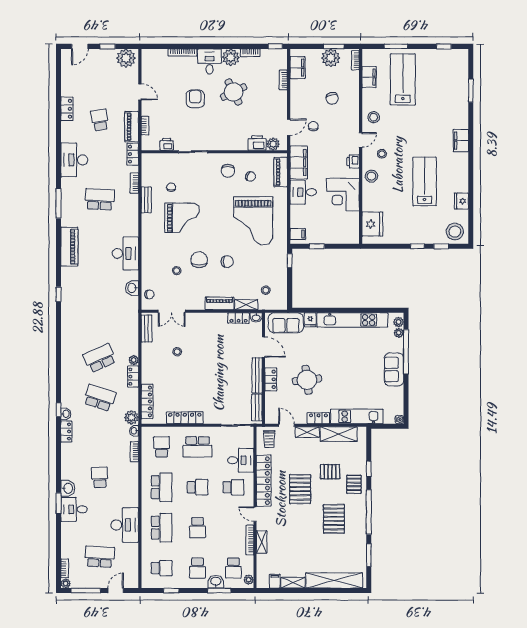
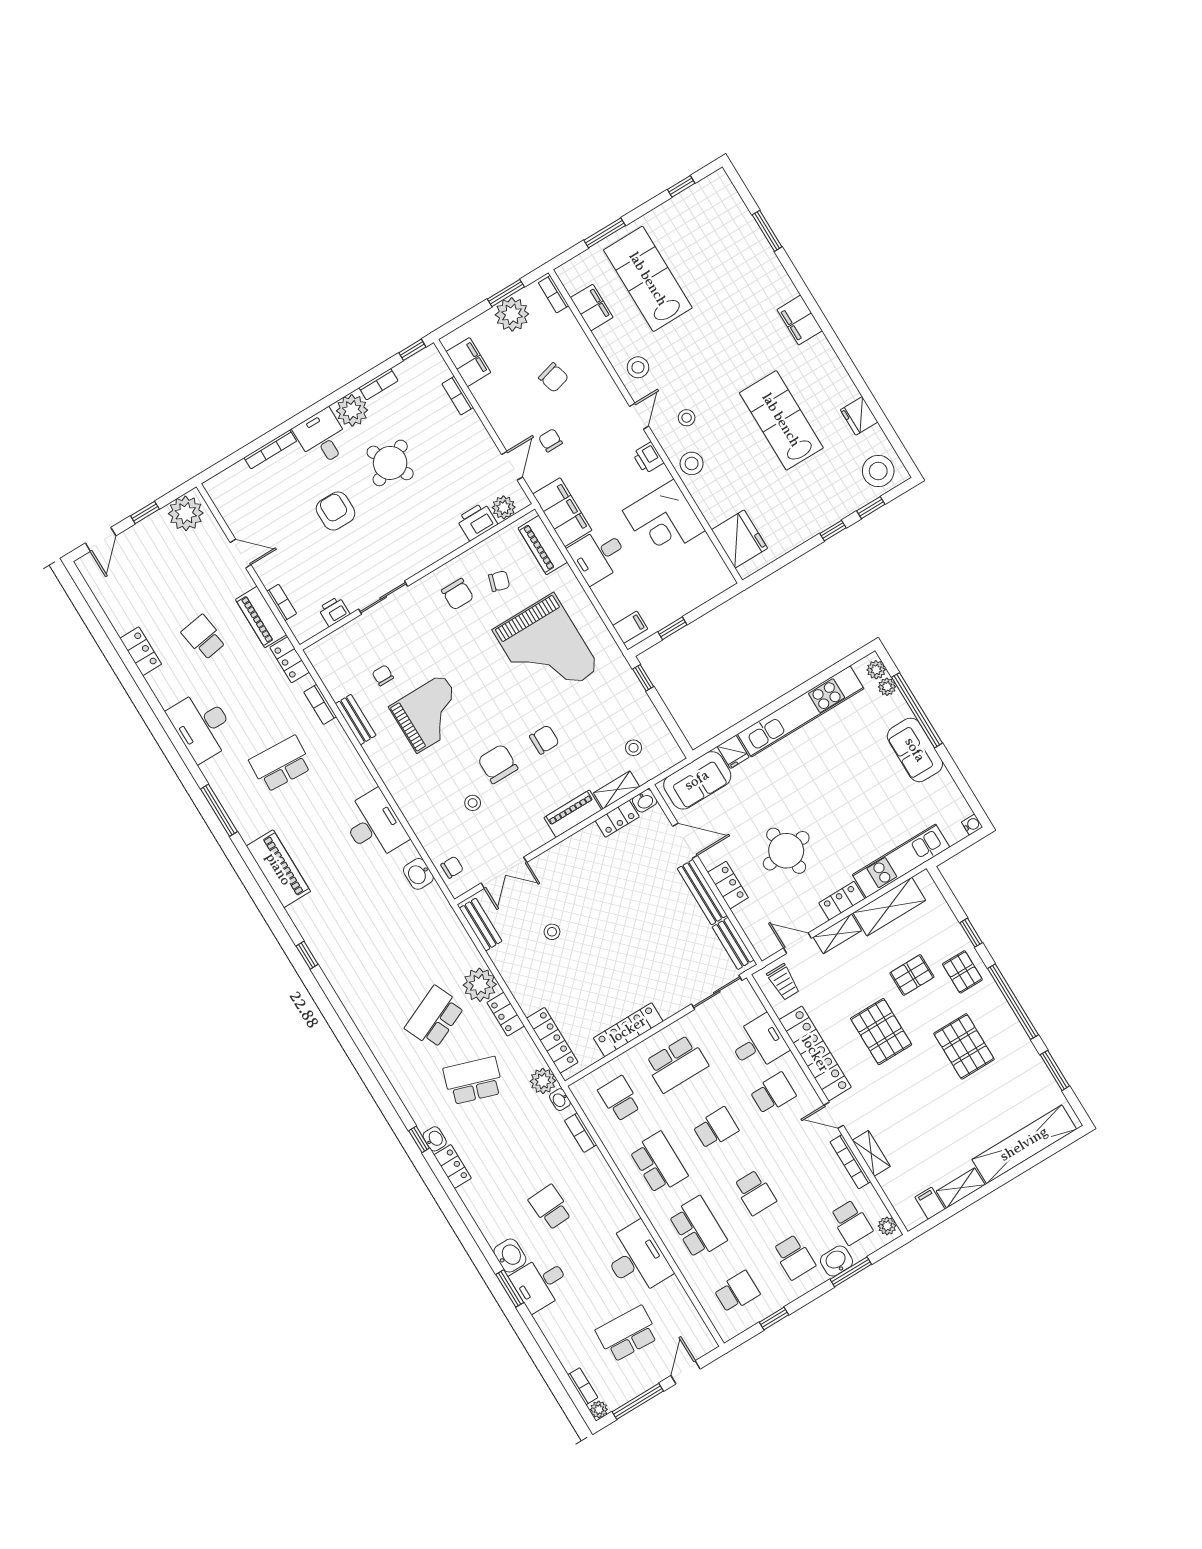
plant: (134, 360) -> (480, 985), width x1.88, depth x1.88

